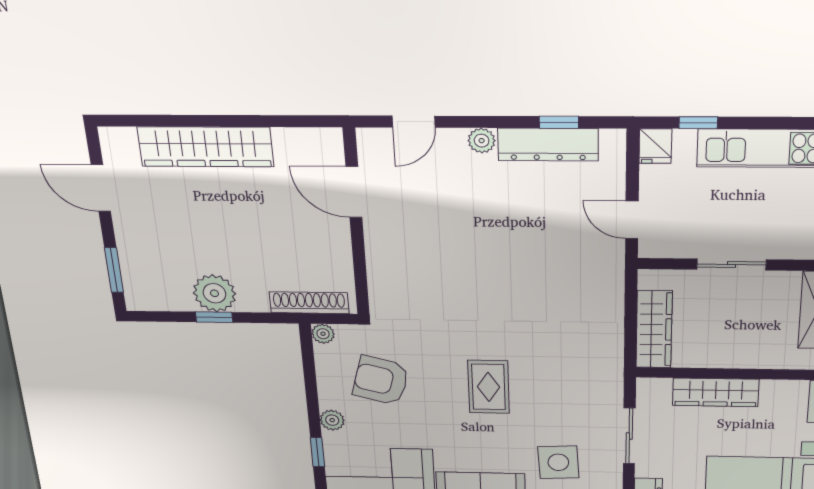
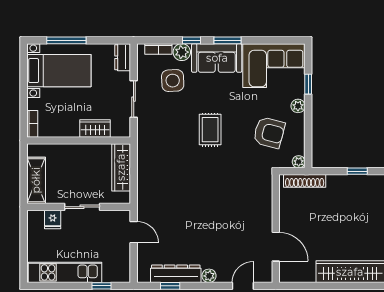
fridge: (655, 146) -> (53, 219), moved, turned 180
plant: (214, 293) -> (355, 186), removed
wardrobe: (716, 392) -> (95, 128), width x0.67

